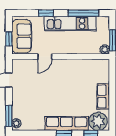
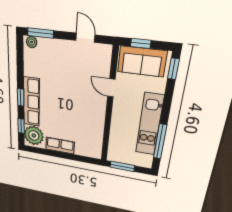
window: (46, 13) -> (173, 69), moved
plant: (105, 49) -> (112, 156), removed

